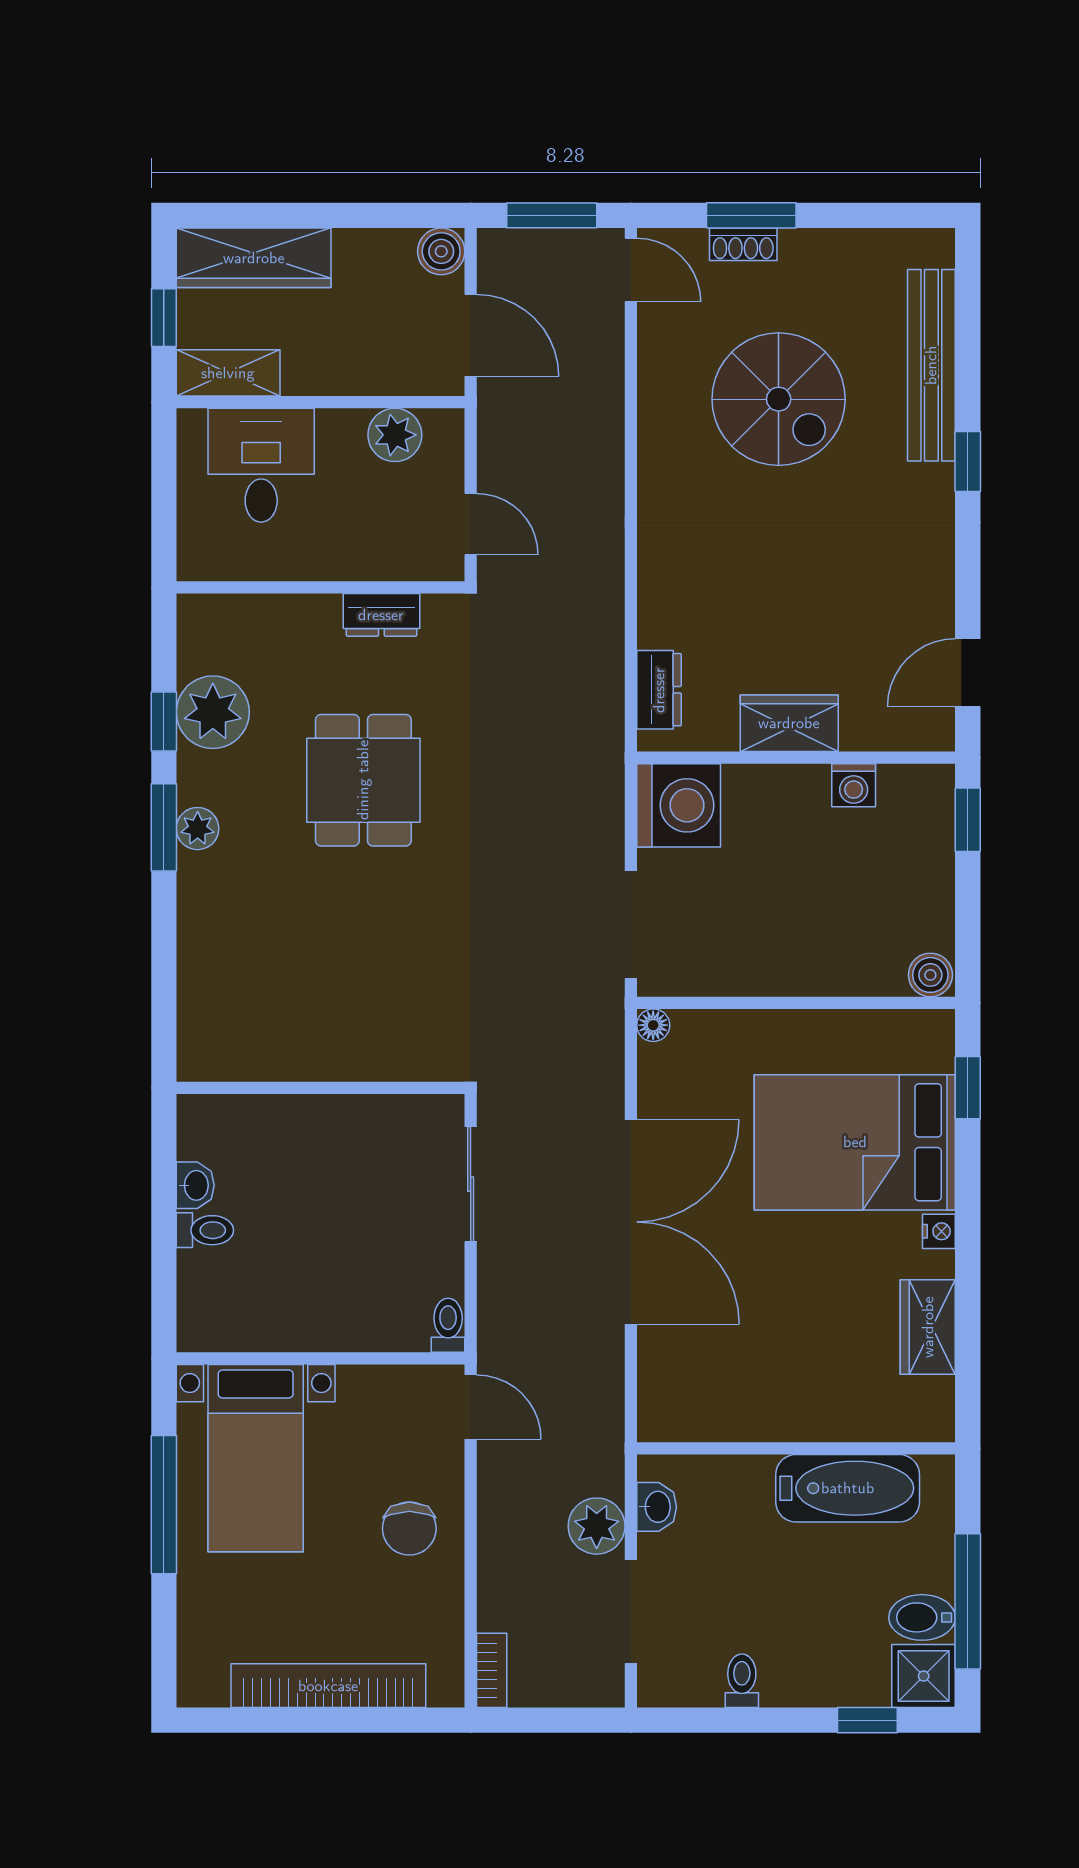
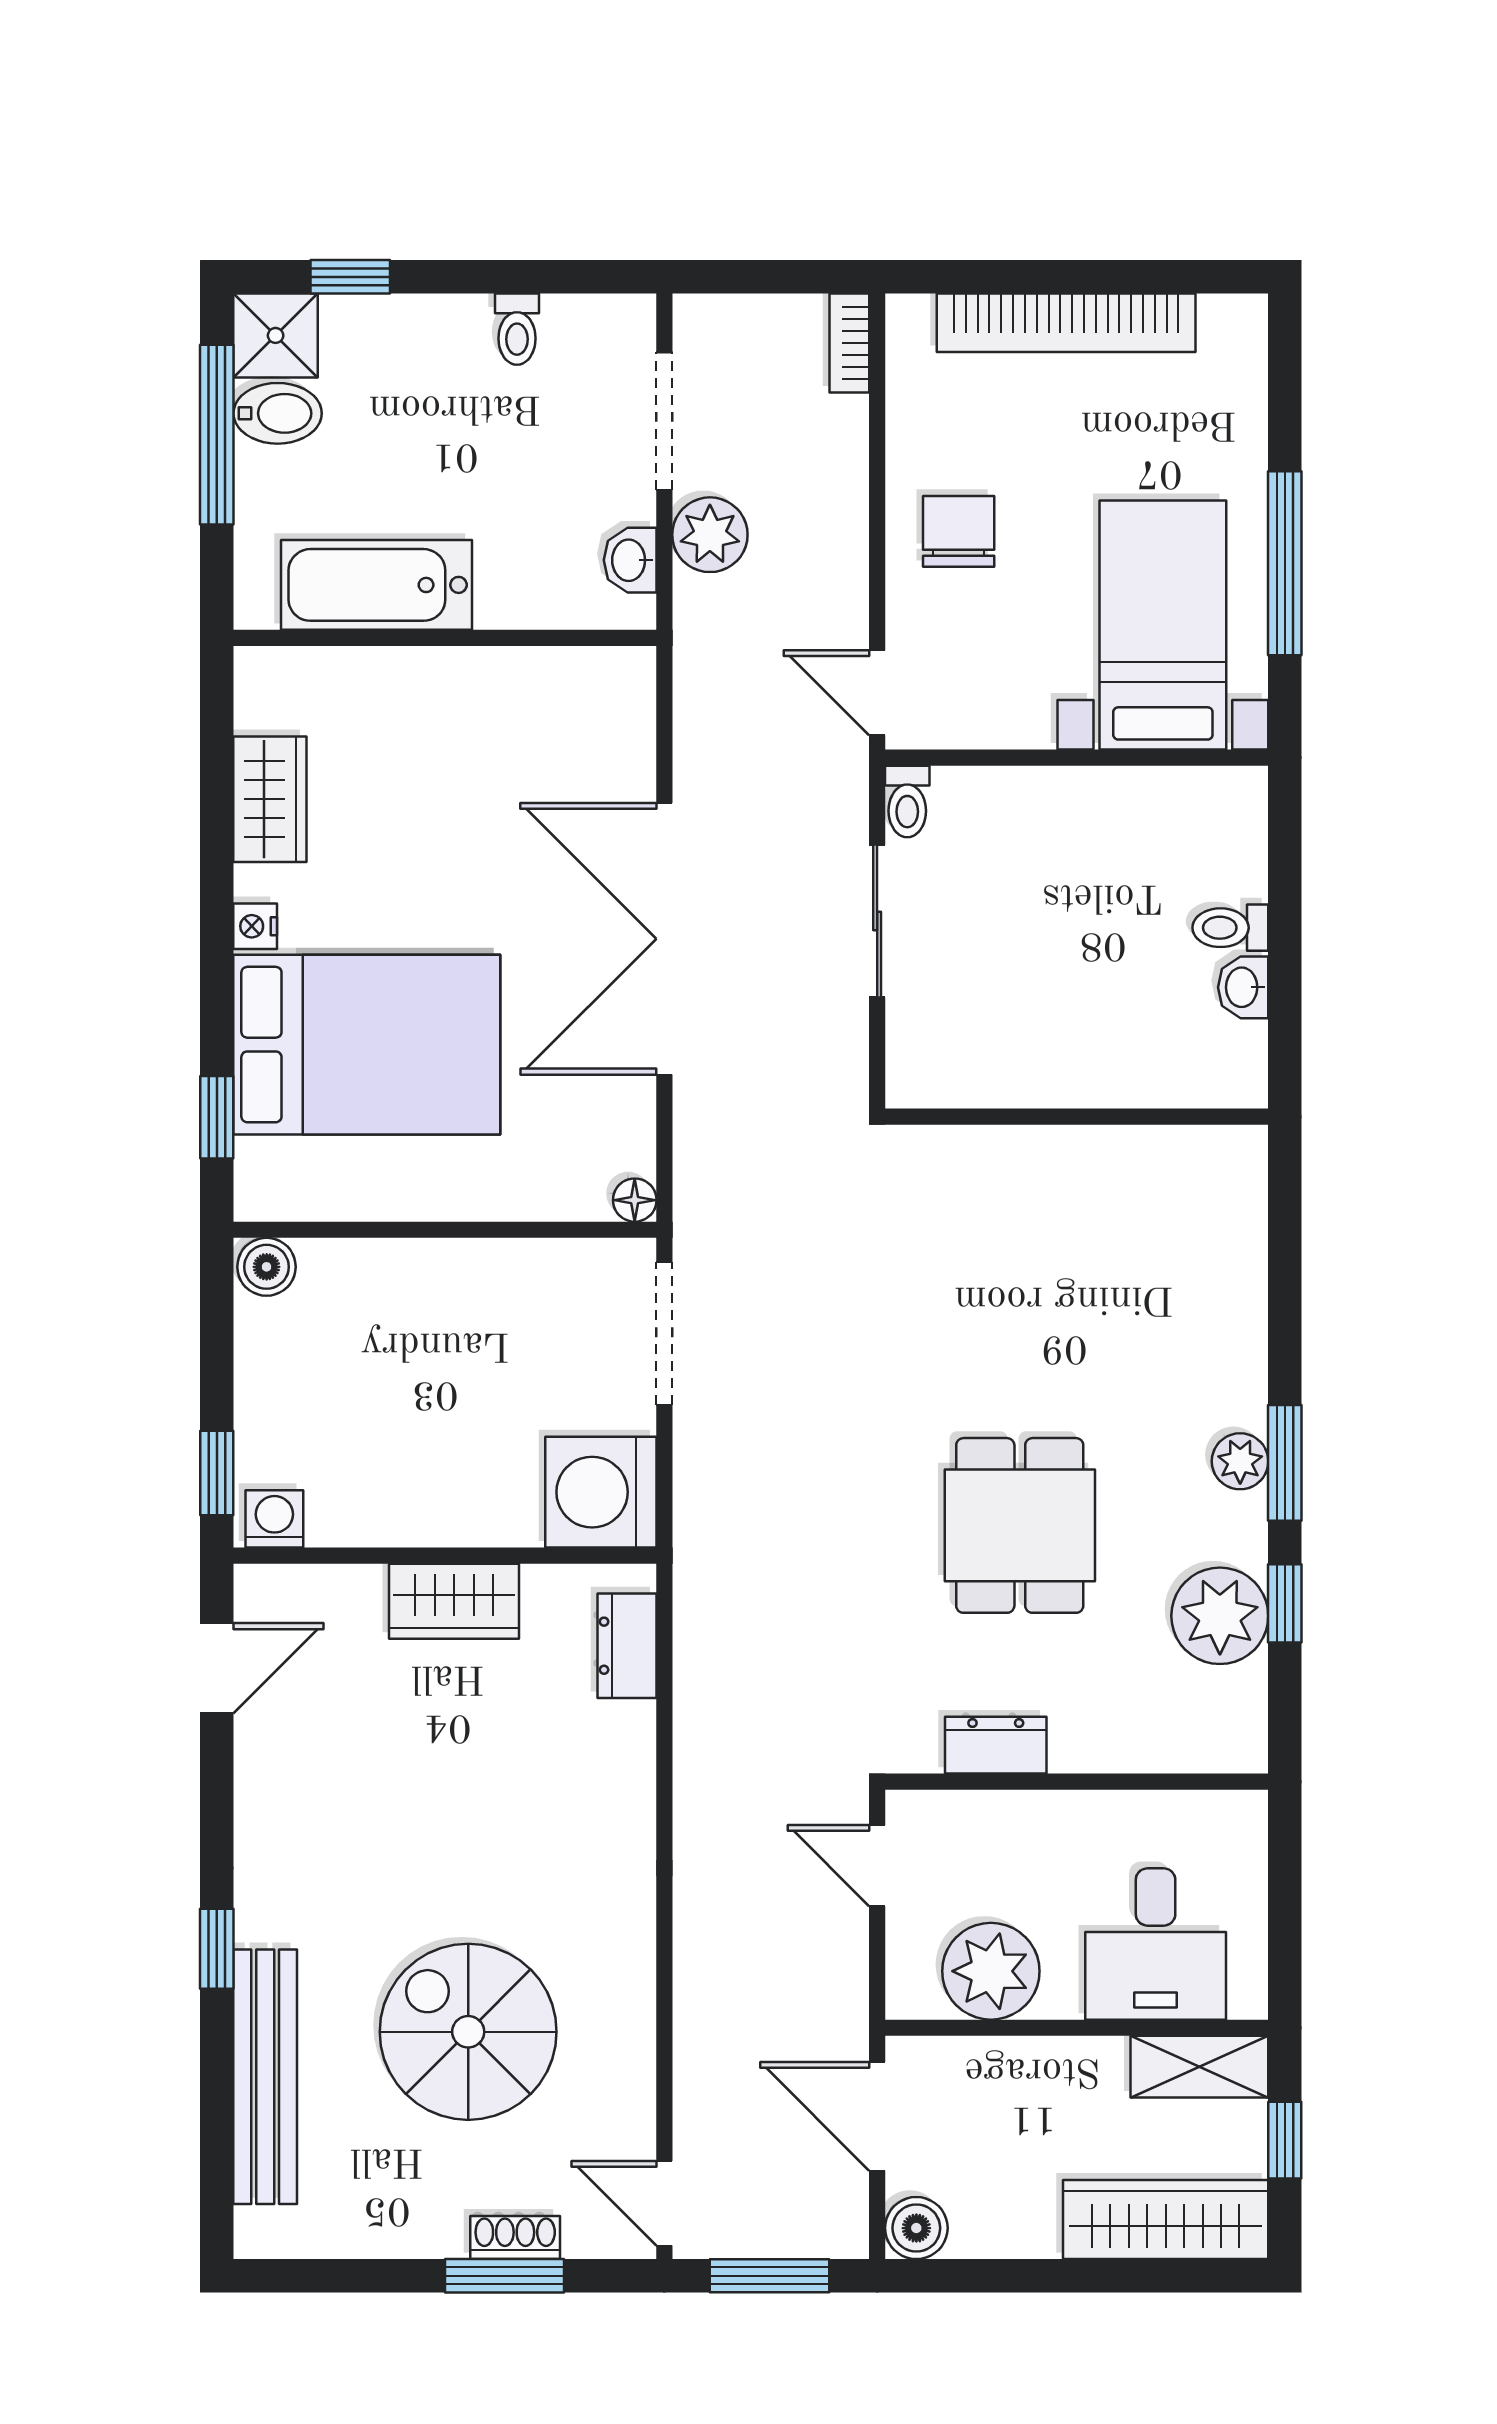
plant: (395, 435) -> (991, 1971), width x1.36, depth x1.36
washing machine: (854, 785) -> (274, 1519), moved
sliding door: (471, 1184) -> (877, 921), moved

